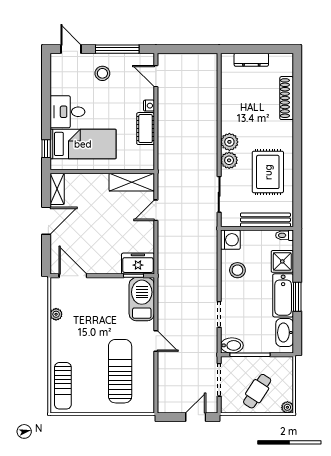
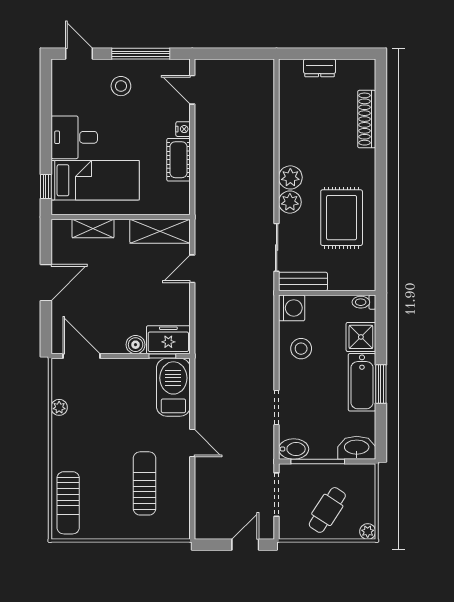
dresser: (251, 60) -> (320, 68), width x0.70
shelving: (57, 189) -> (93, 229), moved, turned 90
bench: (265, 220) -> (303, 281), moved, width x0.73
boiler: (113, 267) -> (136, 345), added
washbasin: (285, 333) -> (357, 448), moved, turned 90
sun lounger: (120, 371) -> (145, 483), width x0.73, depth x0.75

